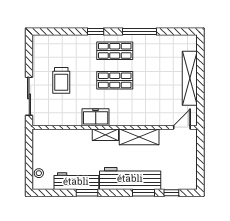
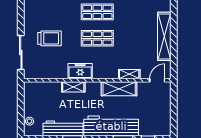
trolley: (61, 80) -> (50, 38), turned -90
shelving: (150, 121) -> (129, 74), added
shelving: (105, 135) -> (73, 87), moved

